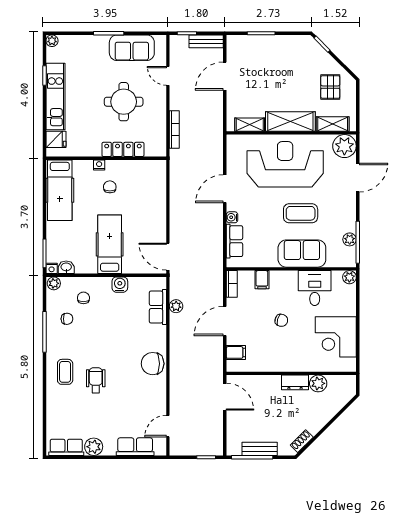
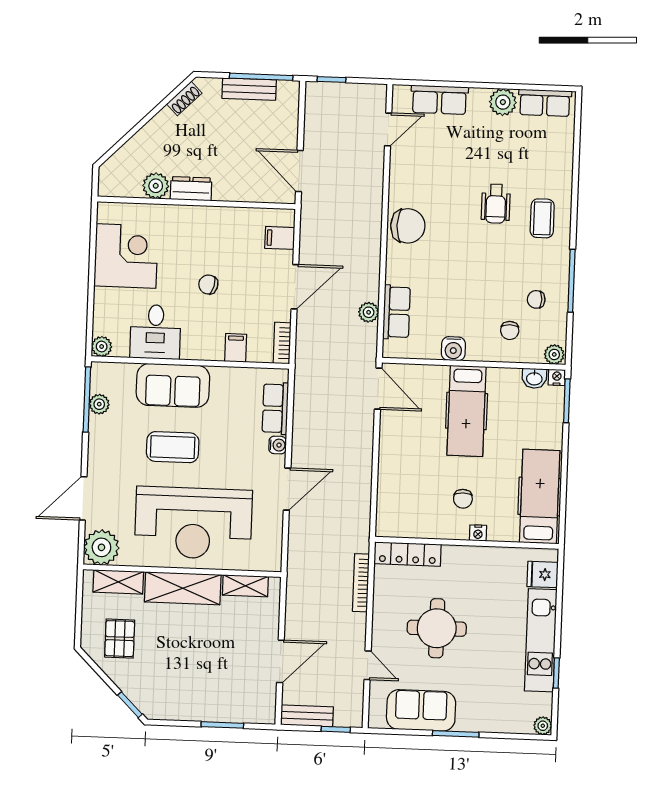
locker: (123, 149) -> (408, 554), moved

